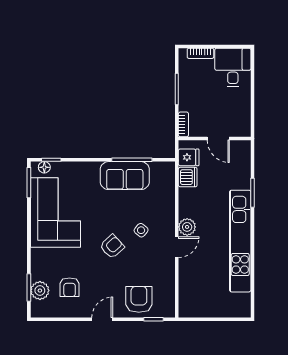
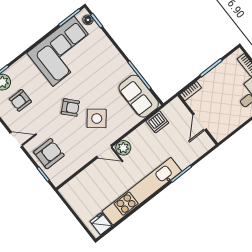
fridge: (189, 157) -> (101, 224), moved, turned 180
sofa: (125, 176) -> (139, 96), moved
side table: (141, 230) -> (97, 118), width x1.87, depth x1.87

